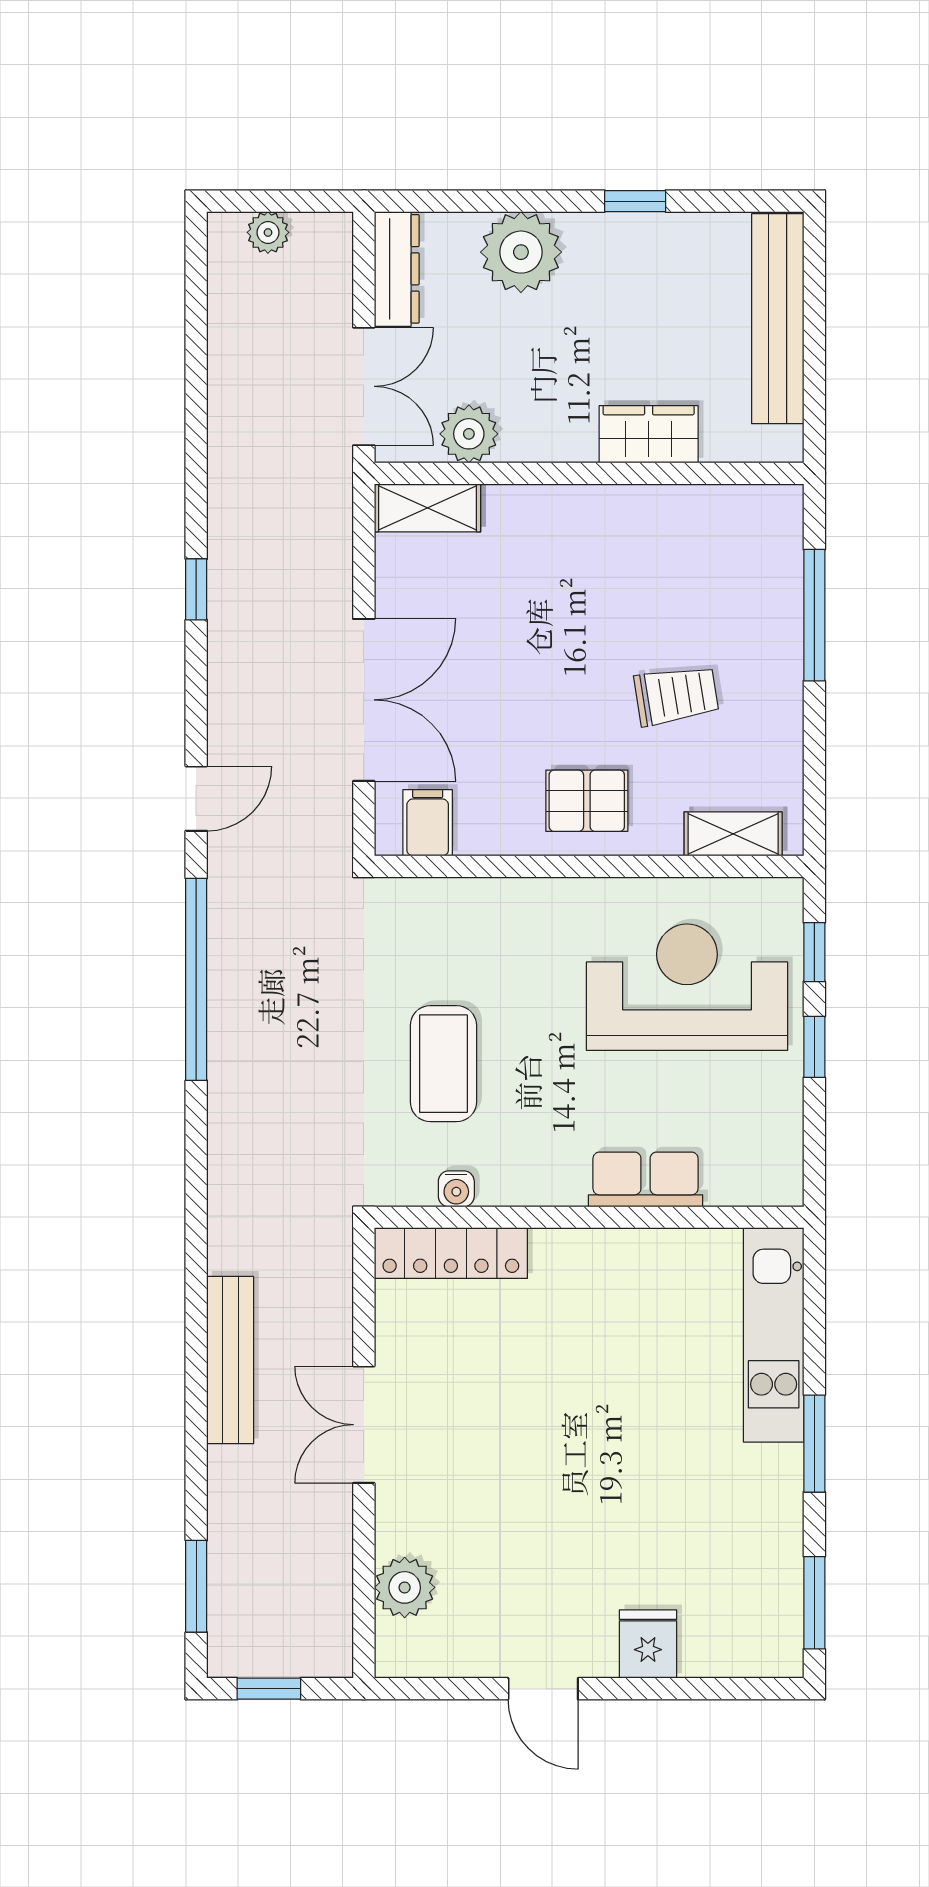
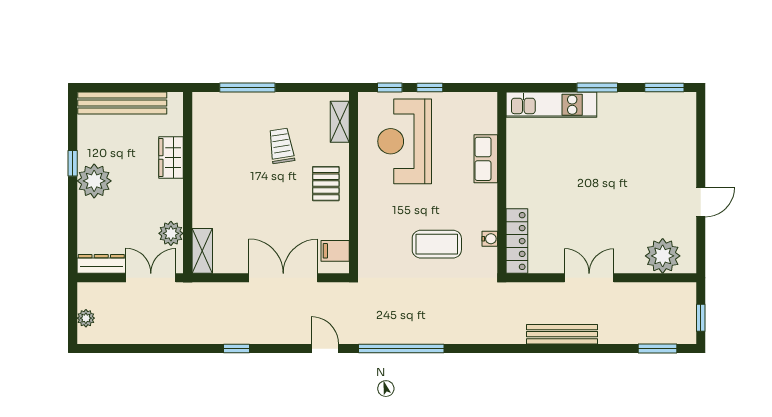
plant: (521, 252) -> (94, 181), moved
double door: (364, 1425) -> (589, 278), swing flipped
plant: (405, 1587) -> (663, 256), width x1.36, depth x1.36
fridge: (648, 1644) -> (682, 158), removed

